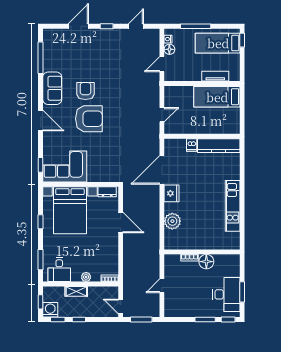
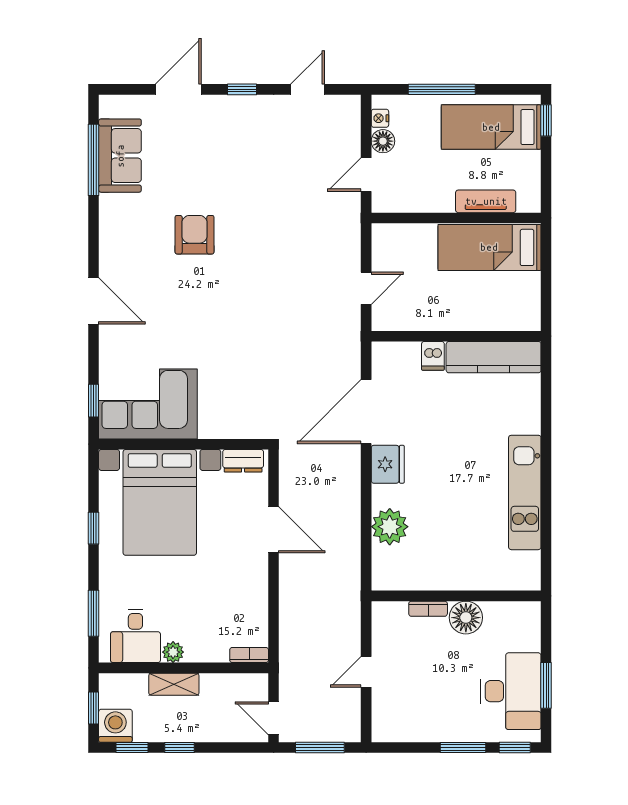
sofa: (52, 88) -> (120, 156), moved
armchair: (89, 119) -> (202, 297), removed
plant: (86, 277) -> (173, 652), moved

